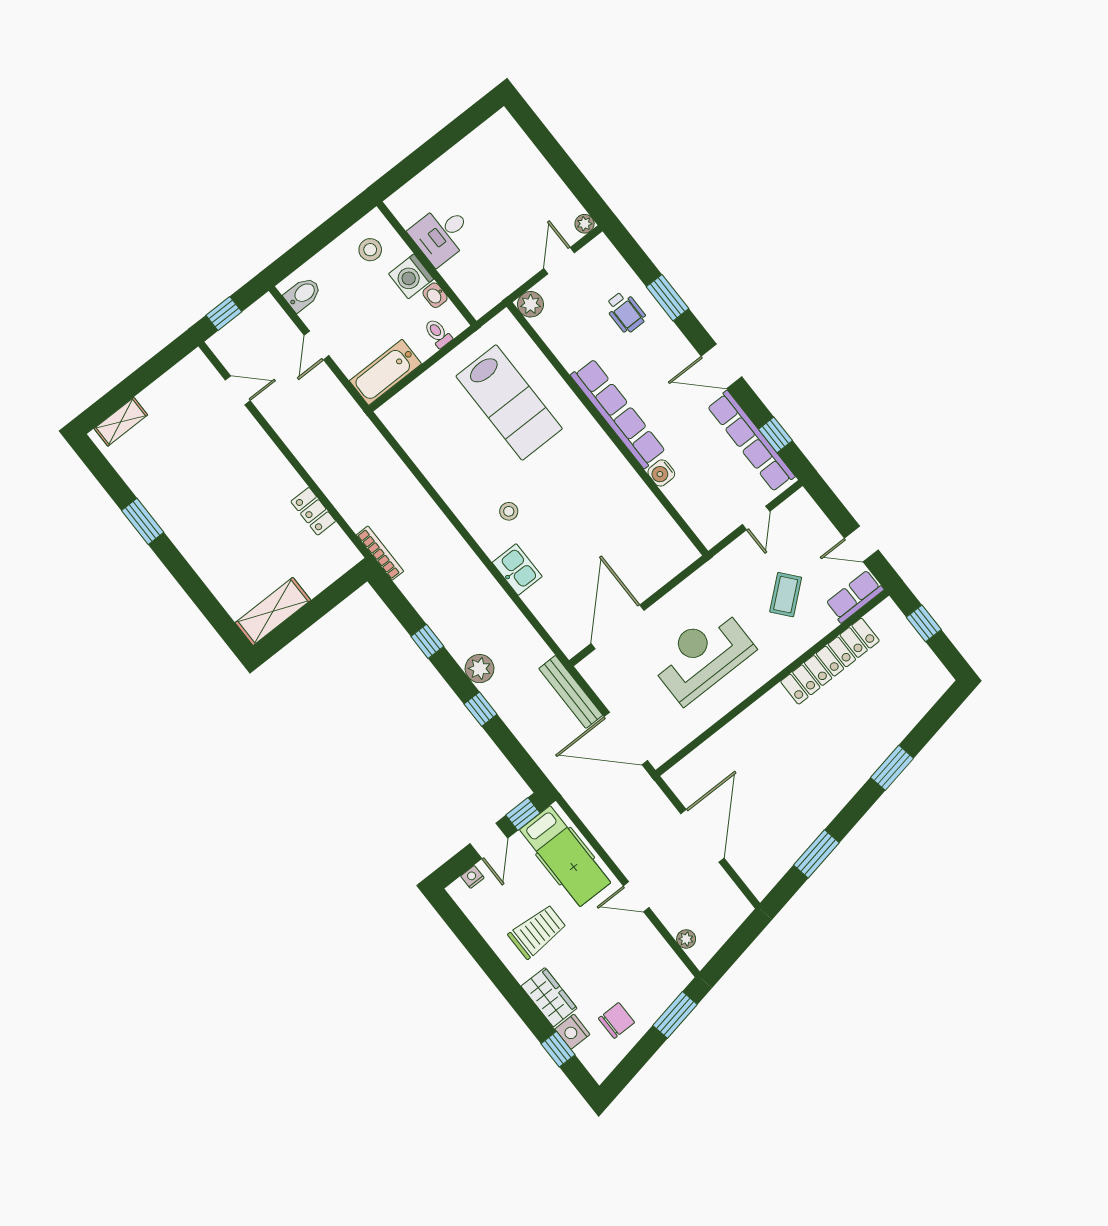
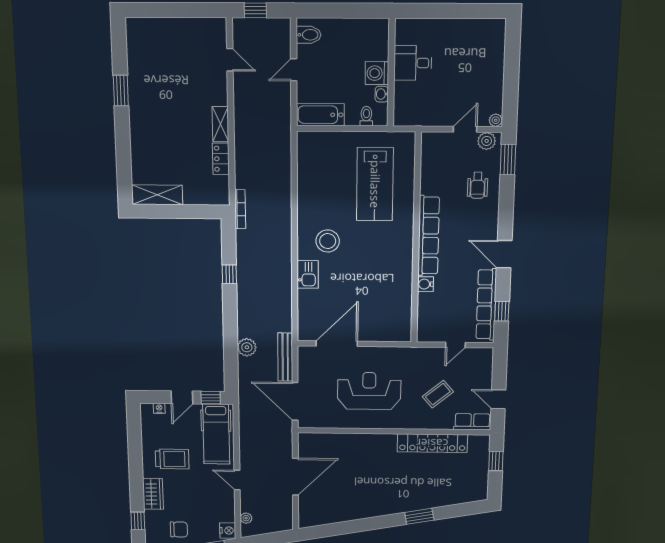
stool: (370, 250) -> (366, 40), removed
window: (667, 298) -> (508, 160), moved
plant: (530, 304) -> (487, 141), moved
shelving: (121, 422) -> (220, 124), moved, turned 90
stool: (509, 511) -> (328, 241), width x1.89, depth x1.89
plant: (480, 669) -> (247, 347), moved
window: (481, 709) -> (230, 330), removed
window: (816, 854) -> (346, 528), removed
nightstand: (572, 1032) -> (228, 530), moved, turned 180

